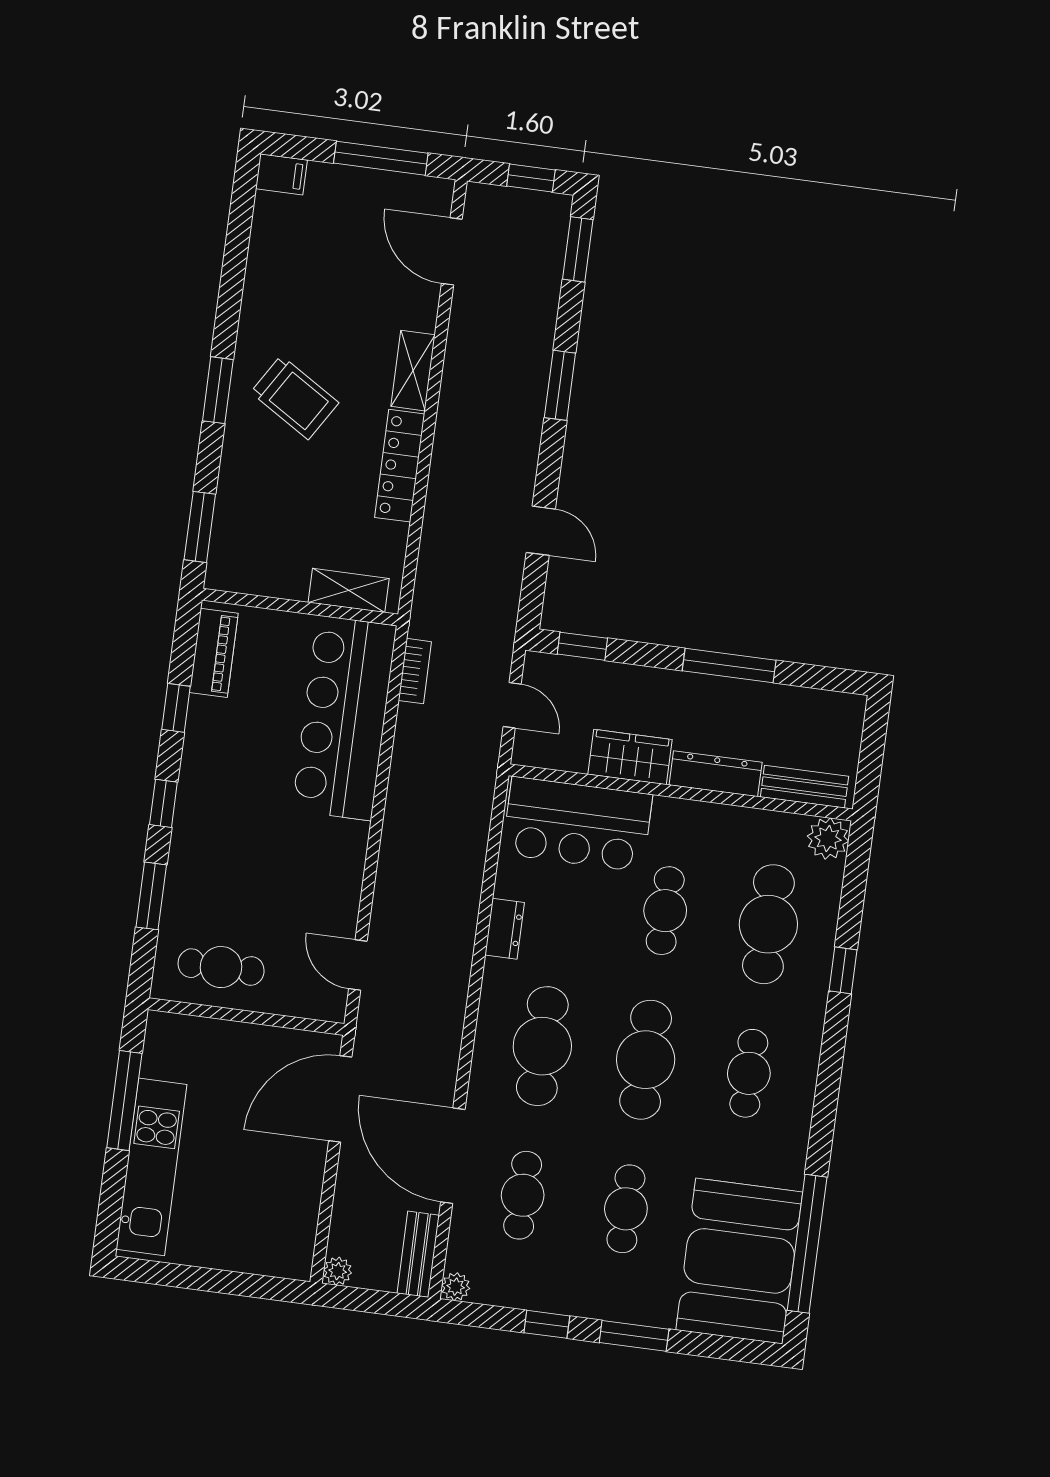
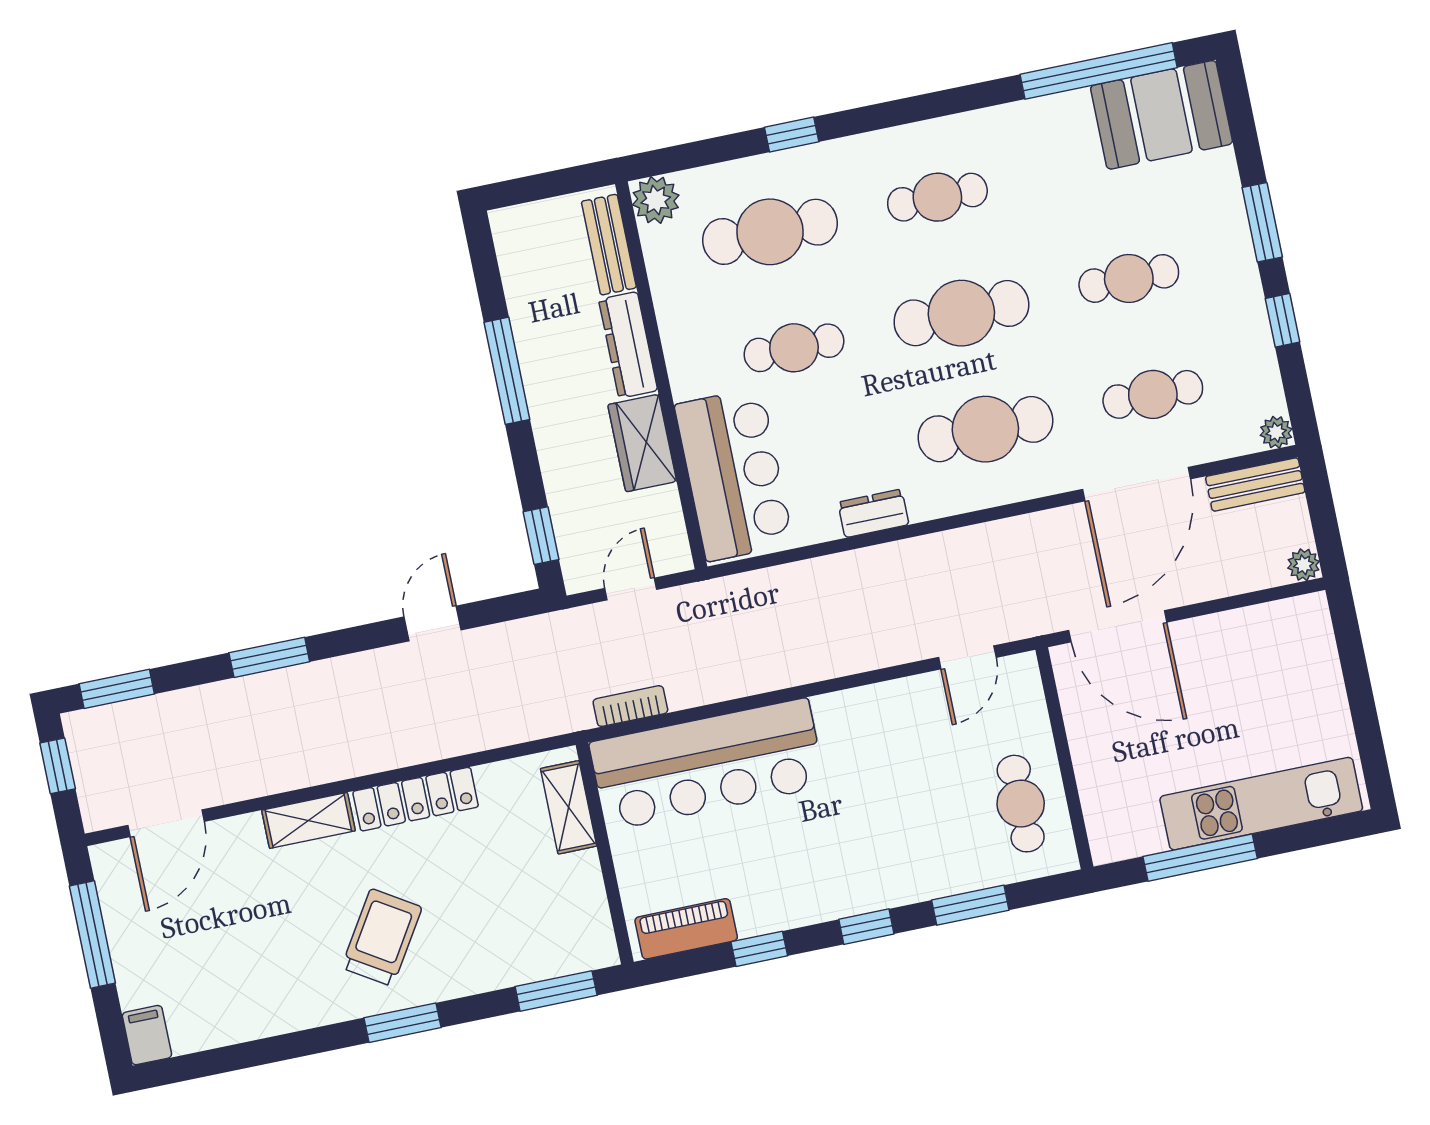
booth: (739, 1261) -> (1161, 115), width x0.73, depth x0.70

